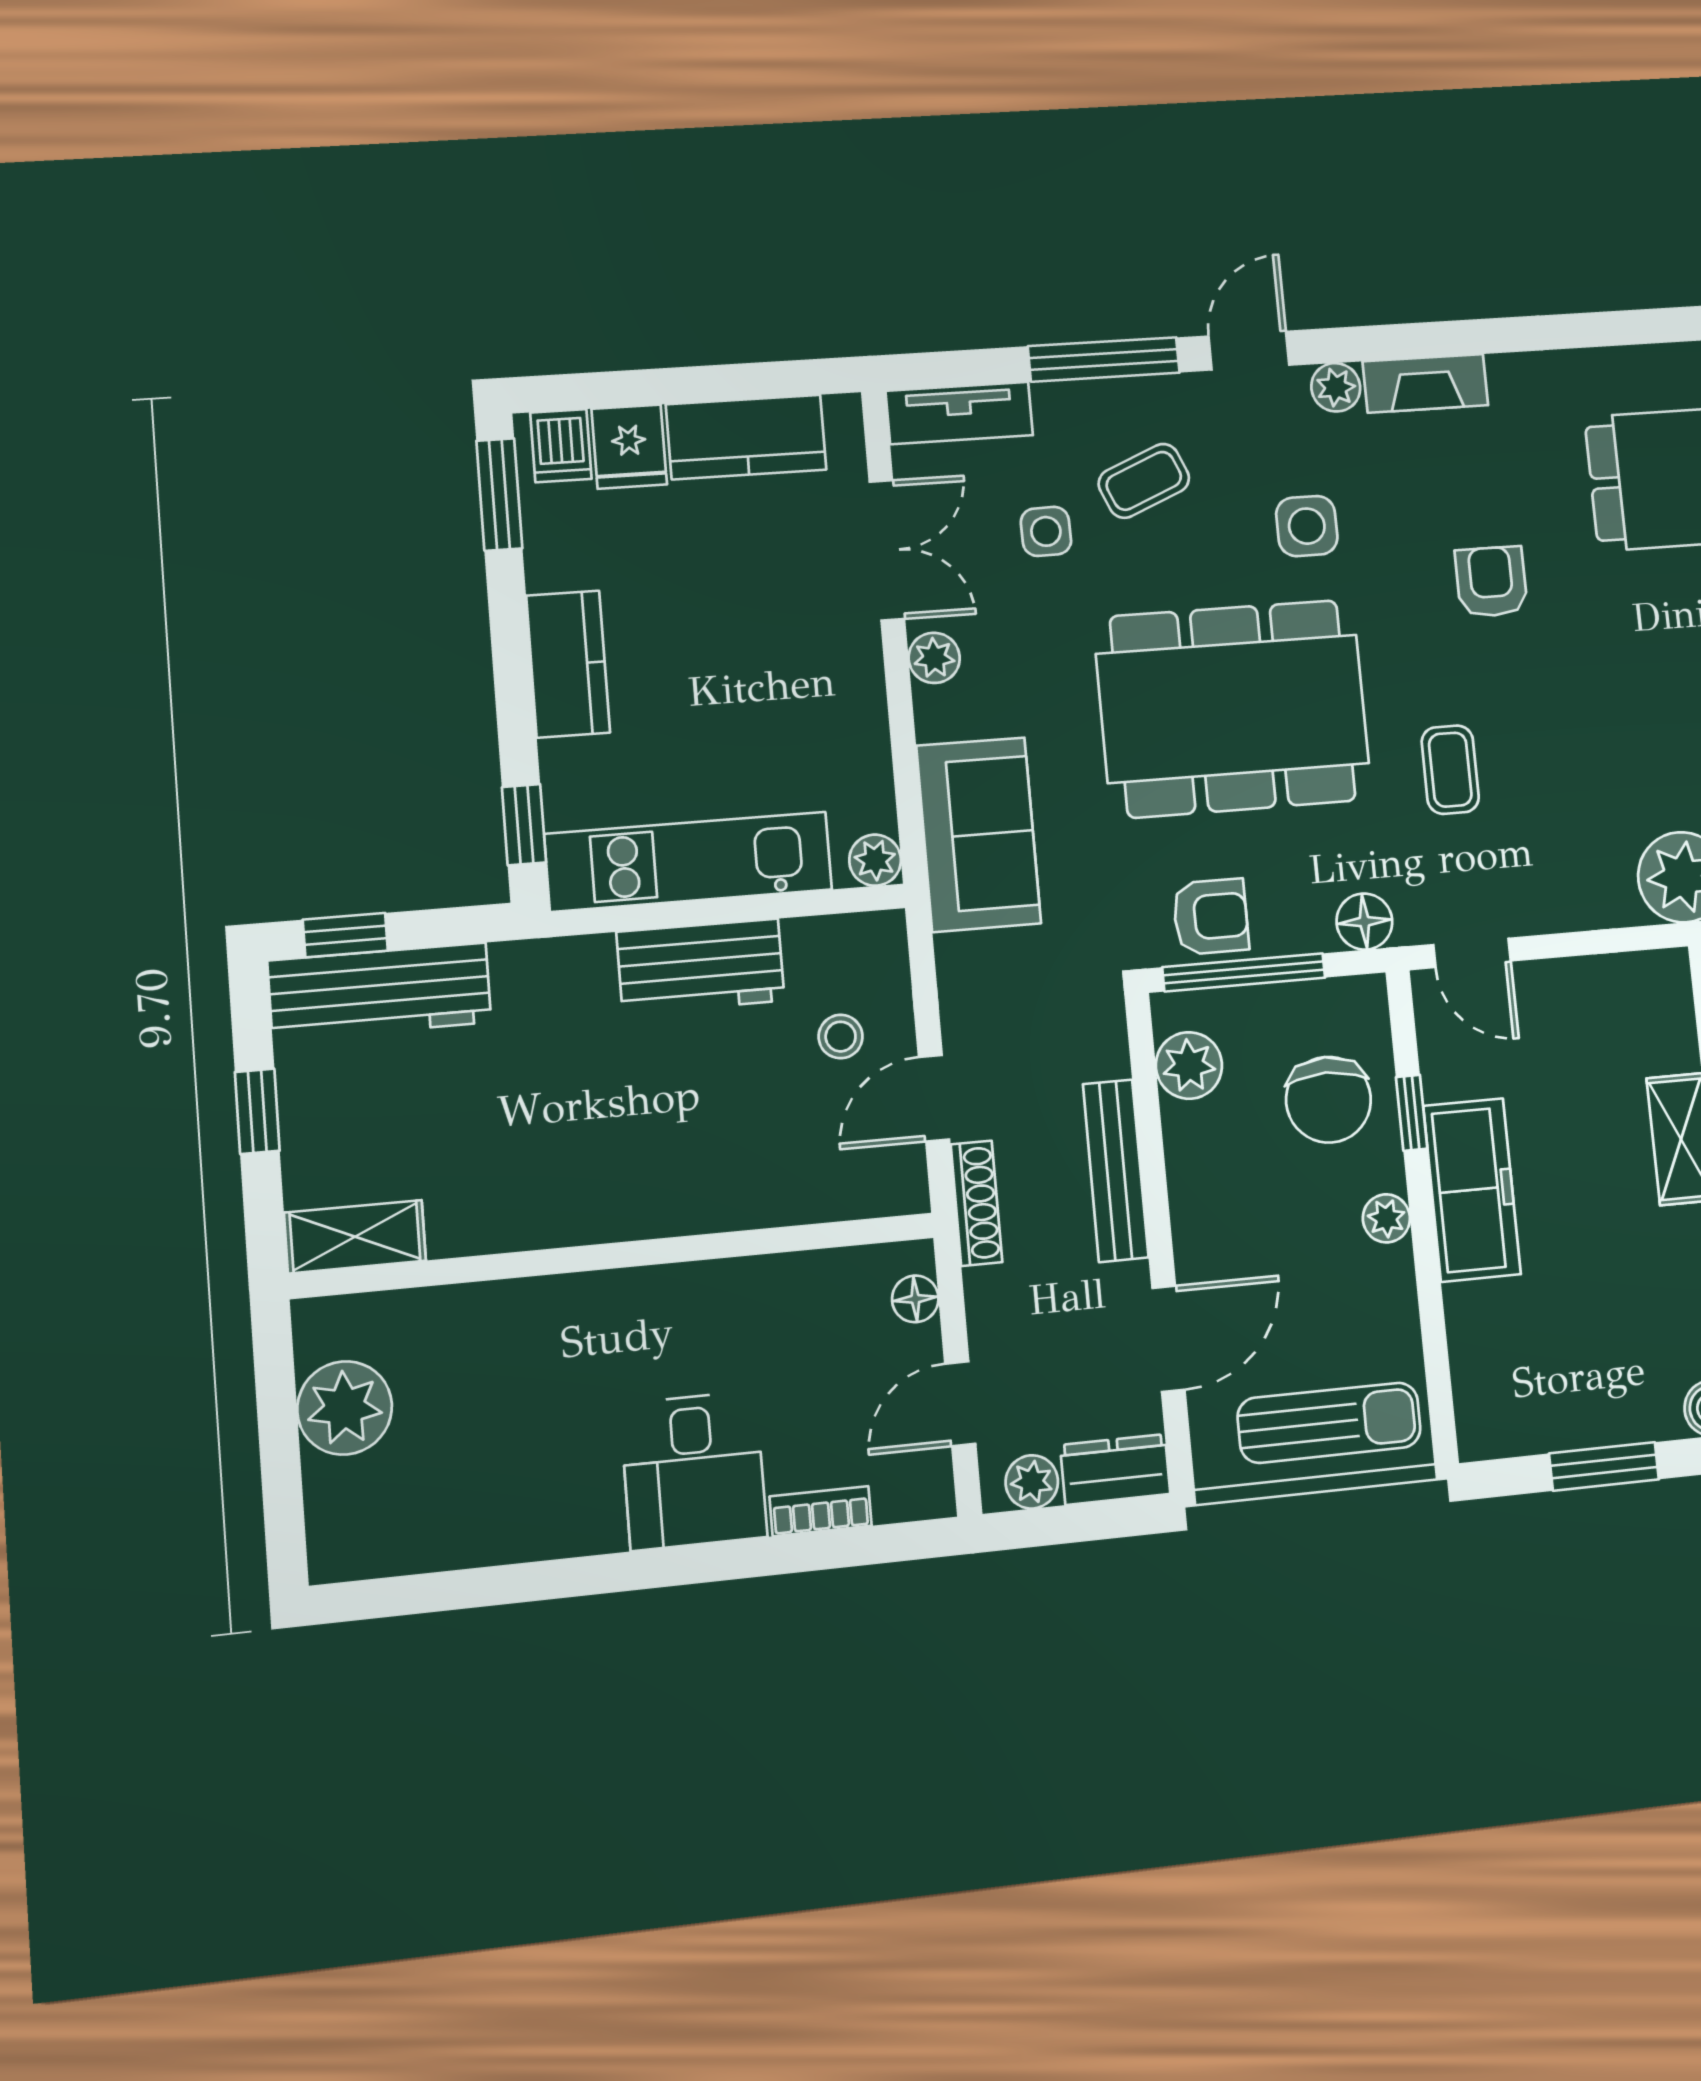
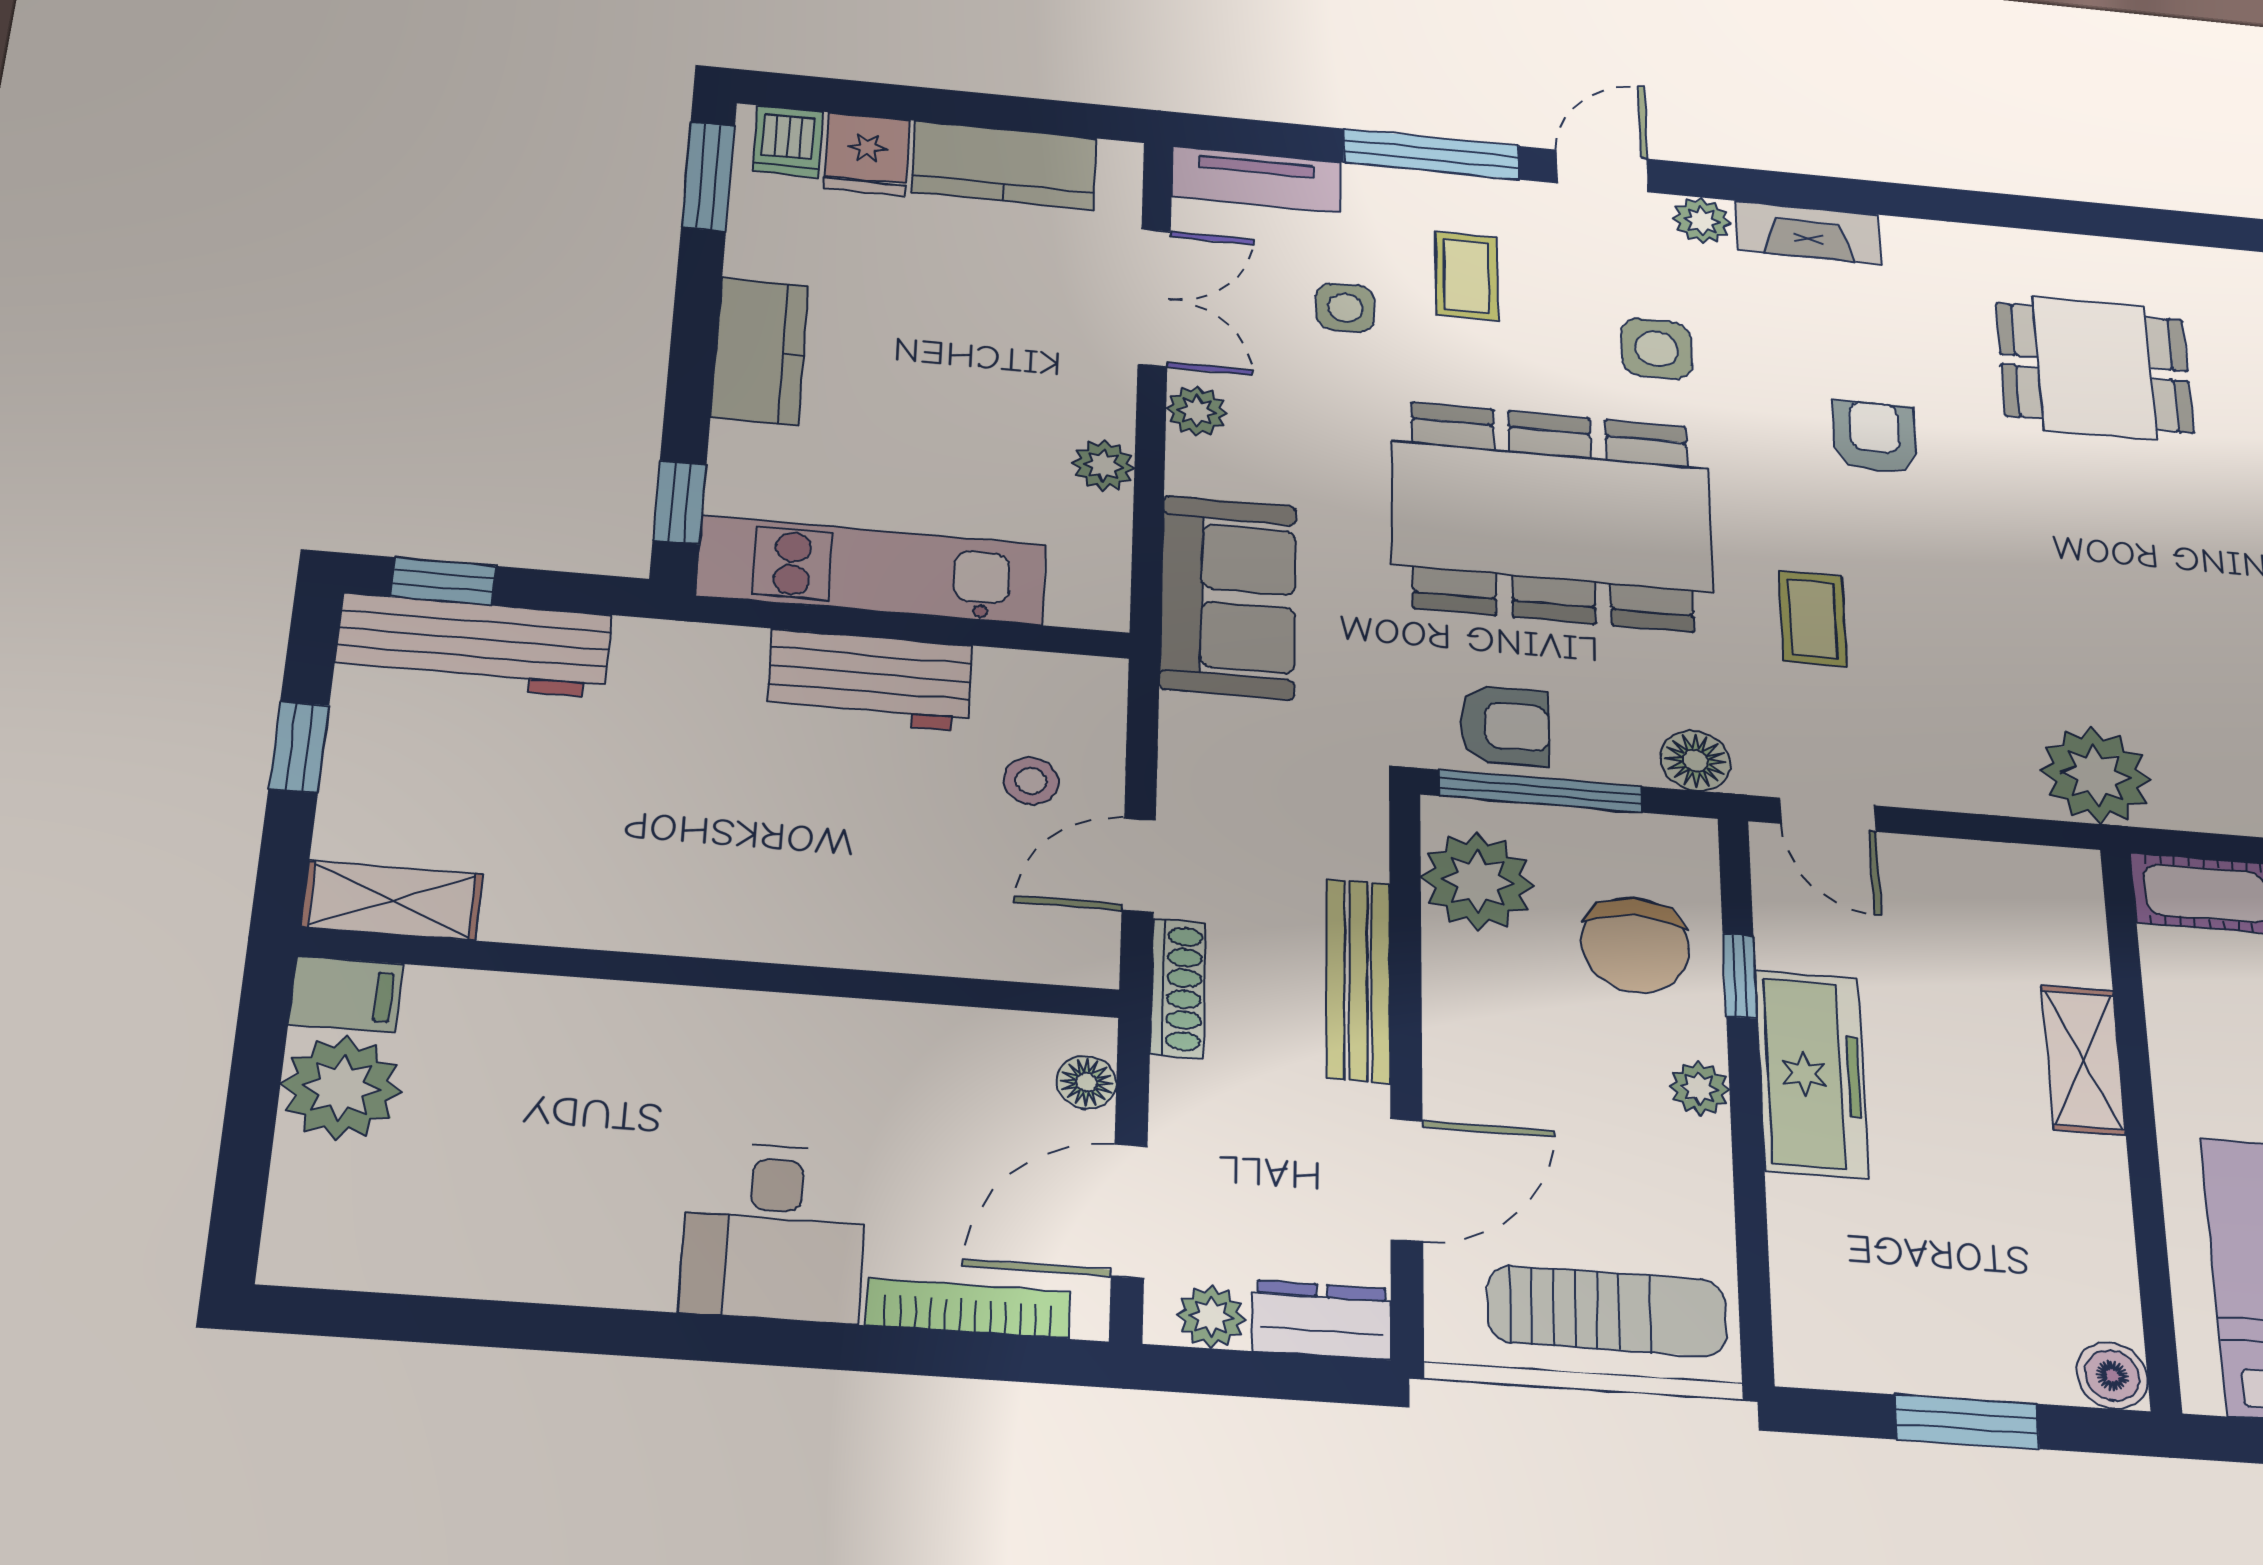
coffee table: (1144, 481) -> (1467, 276), turned -67
plant: (875, 860) -> (1103, 465), moved
plant: (1189, 1066) -> (1478, 881), width x1.36, depth x1.36
filing cabinet: (334, 1326) -> (346, 994), added
door: (960, 1404) -> (1129, 1211), width x1.38
bookcase: (821, 1511) -> (968, 1308), width x1.56

